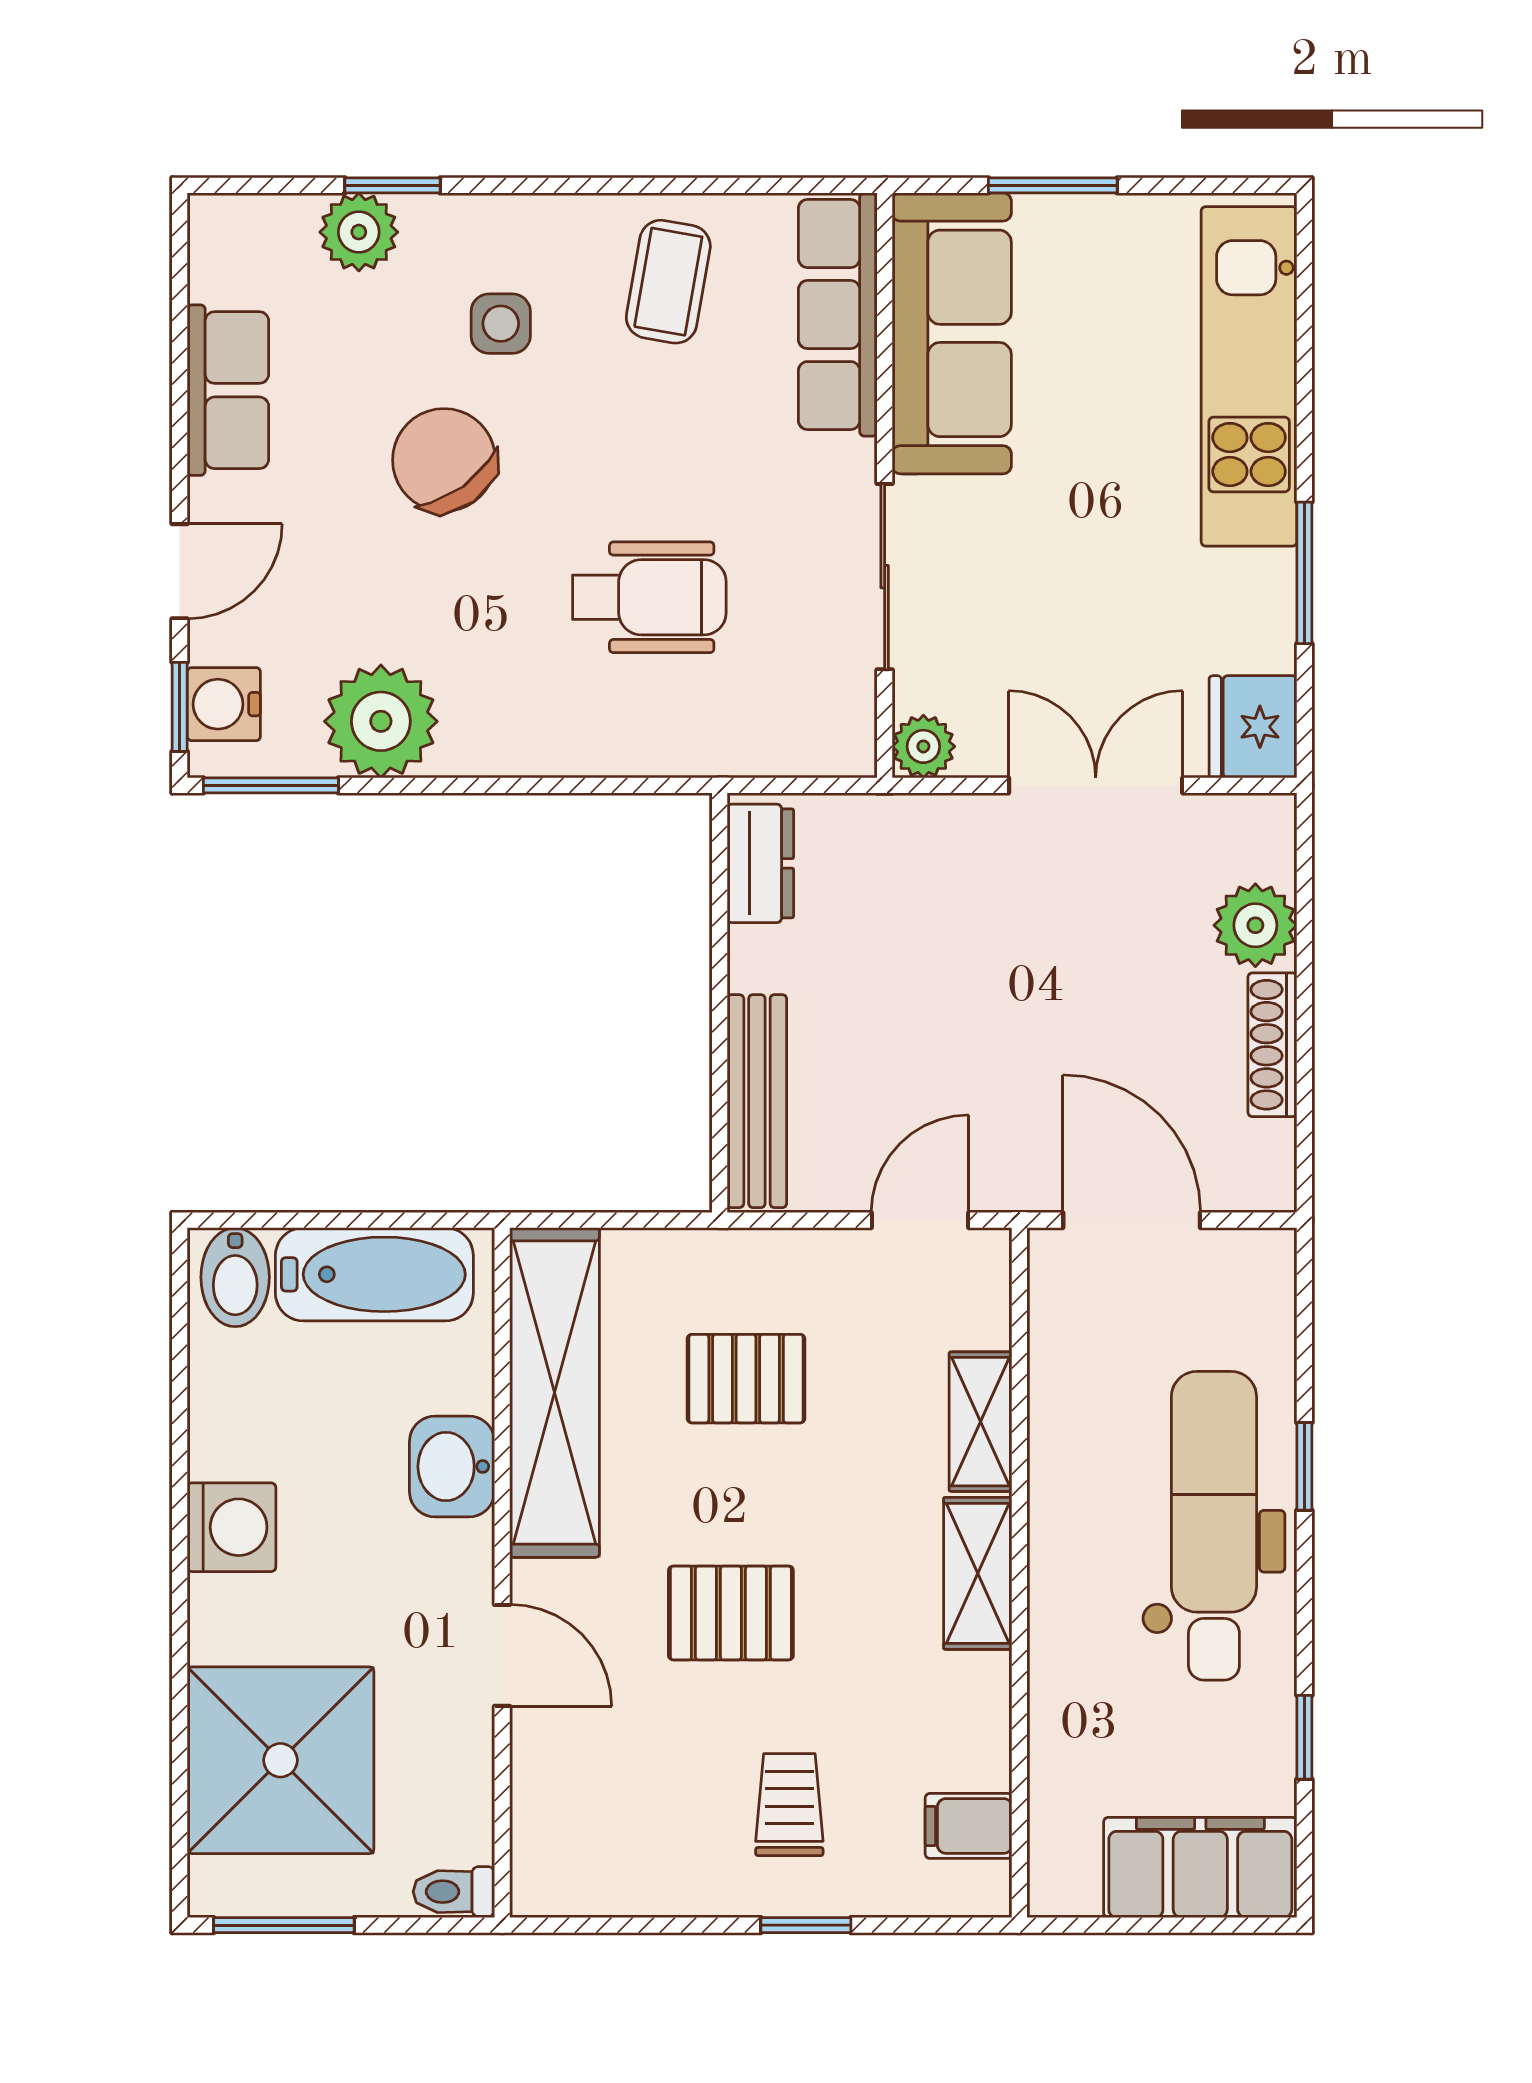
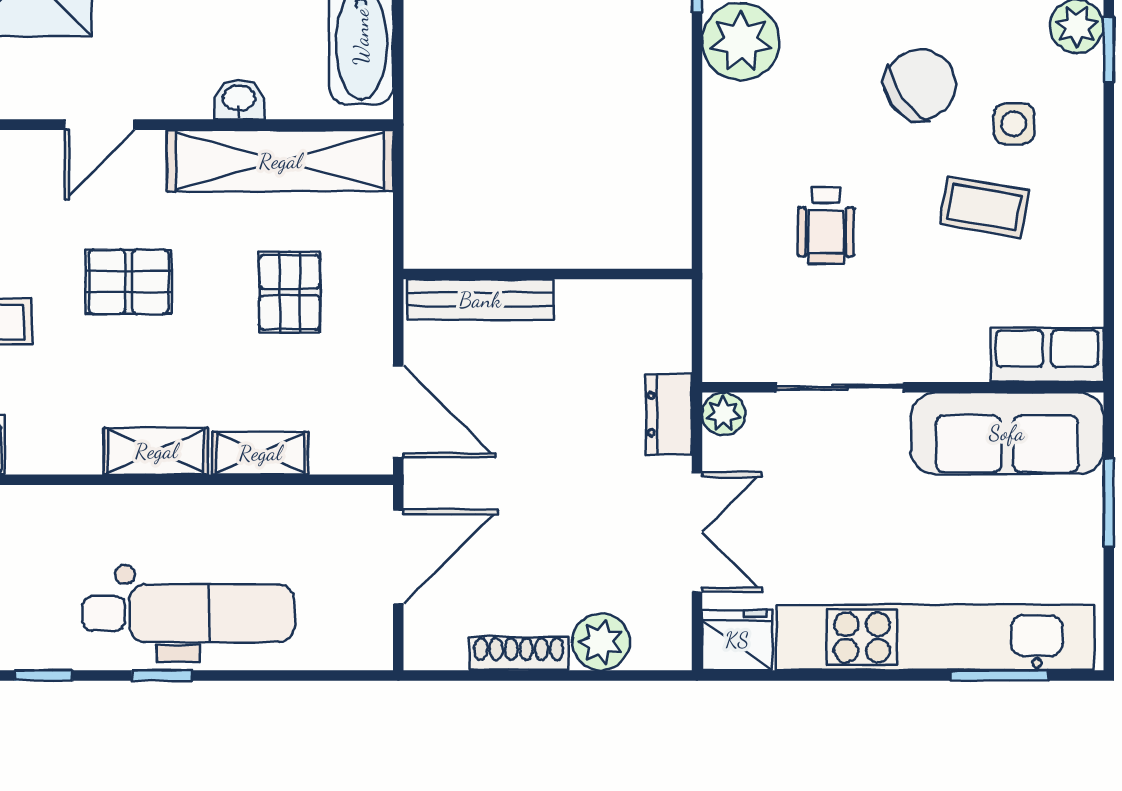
coffee table: (668, 282) -> (984, 207), moved
row of seats: (838, 315) -> (1047, 355), width x0.68
kitchen unit: (1249, 376) -> (935, 637), width x1.36
window: (1304, 573) -> (999, 675), moved
wheelchair: (649, 597) -> (826, 226), width x0.73, depth x0.73
dresser: (760, 863) -> (669, 414), moved, turned 90
door: (920, 1220) -> (398, 412), width x1.38
washbasin: (452, 1466) -> (239, 99), width x0.72, depth x0.69
window: (1304, 1466) -> (162, 675), moved
pallet: (731, 1613) -> (129, 282), turned 90

